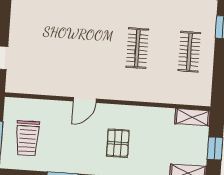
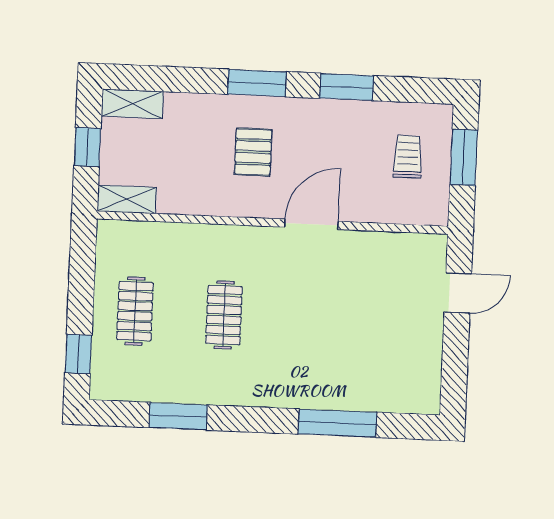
door: (85, 100) -> (311, 224), width x1.38
trolley: (27, 138) -> (408, 157), width x0.73, depth x0.72

